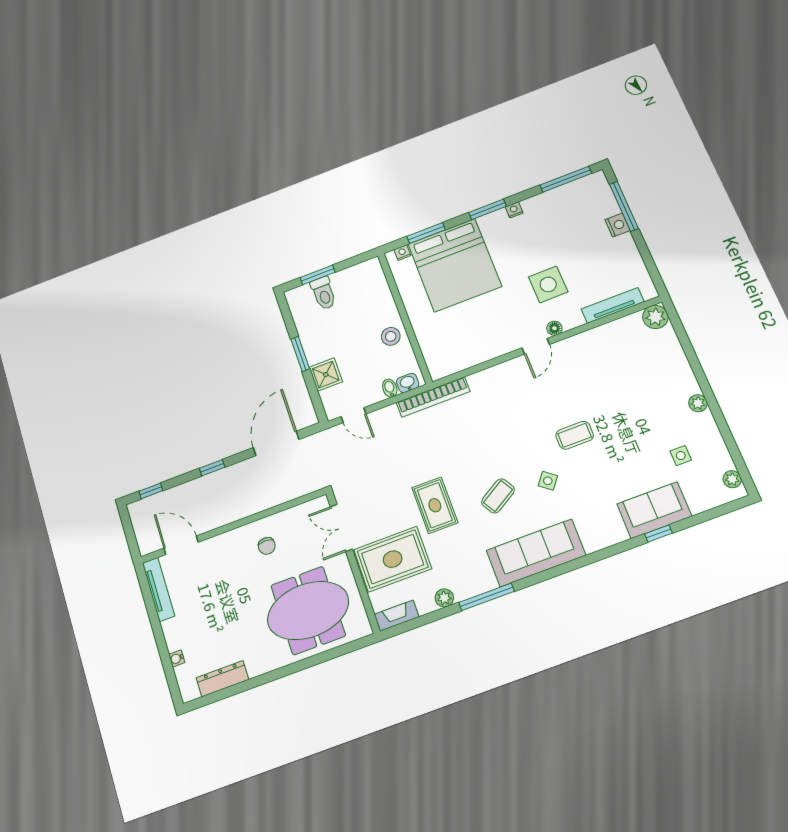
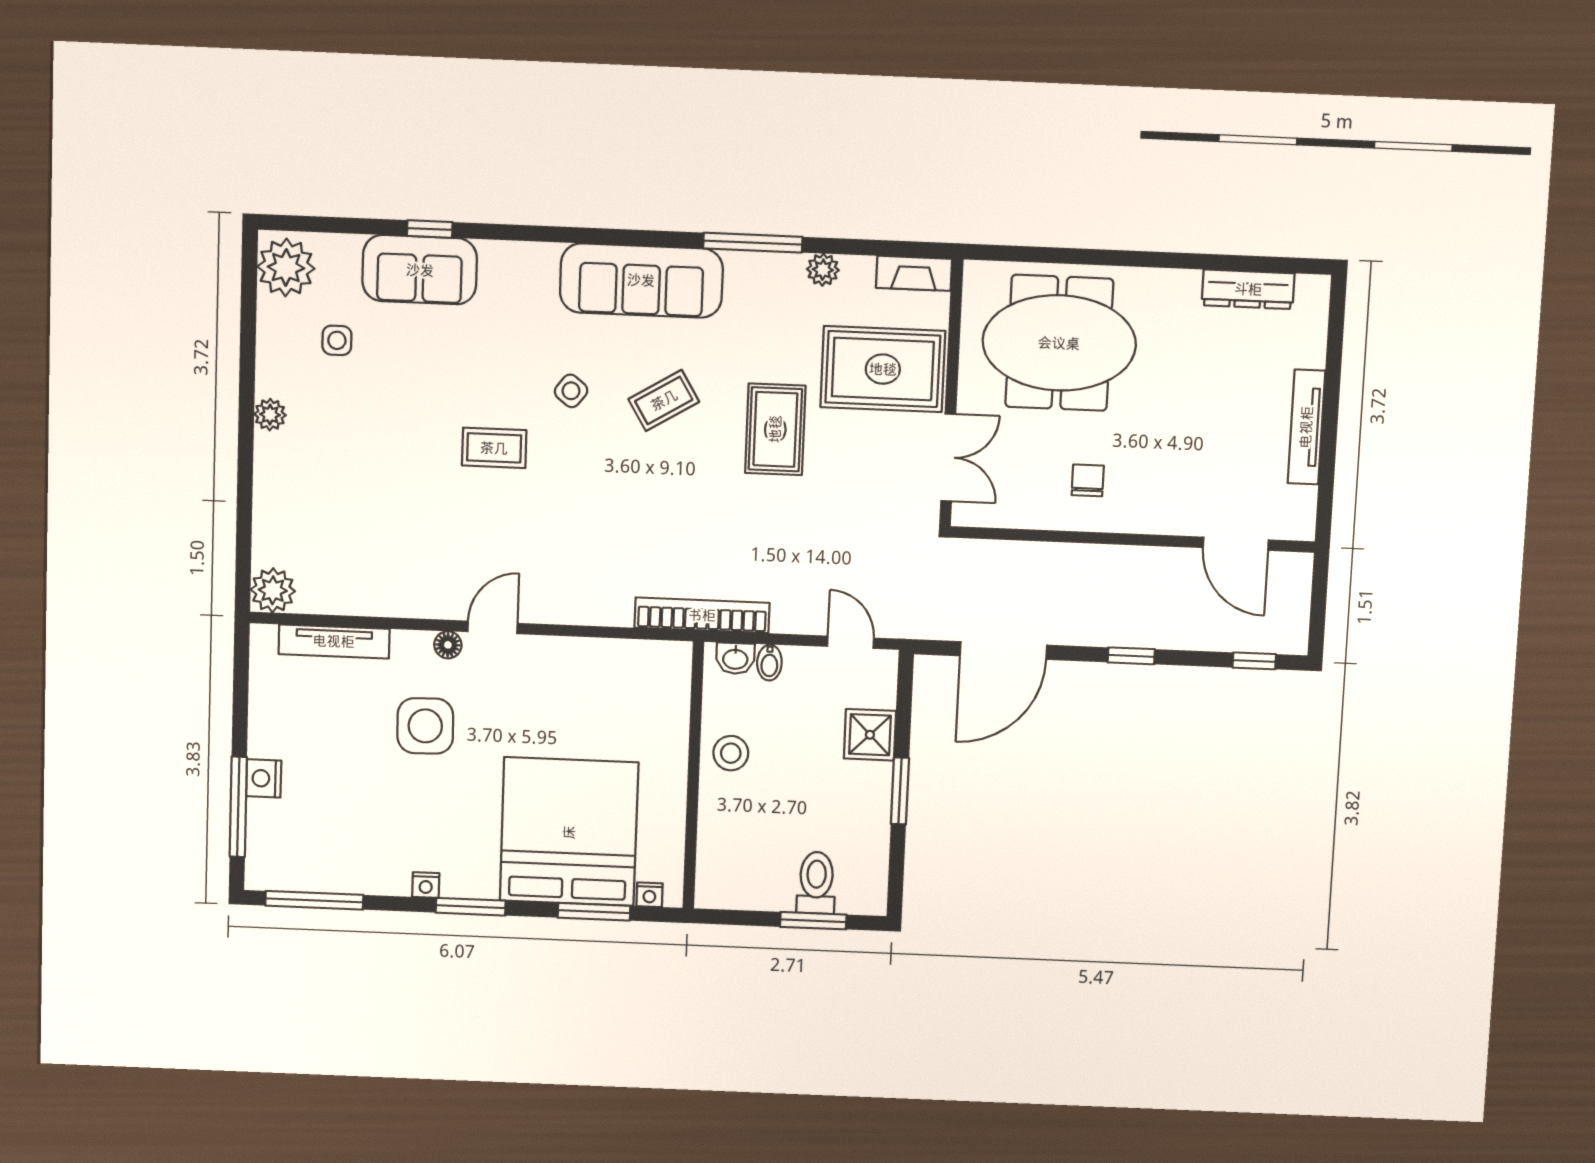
plant: (732, 479) -> (286, 267), width x1.88, depth x1.88
tv unit: (159, 589) -> (1306, 427), moved
water cooler: (177, 658) -> (1314, 355), removed

